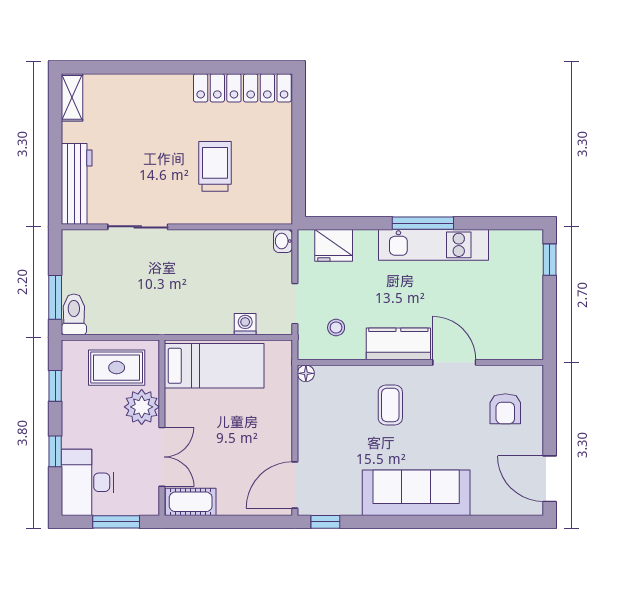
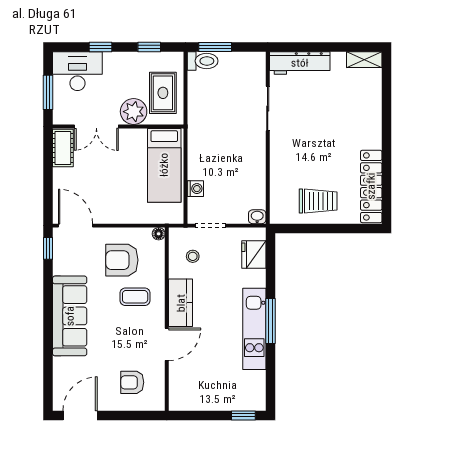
trolley: (215, 166) -> (318, 201), moved
armchair: (341, 423) -> (122, 260), added

